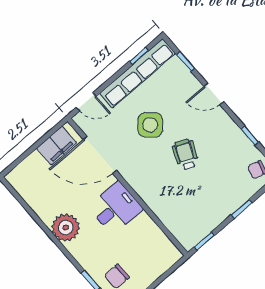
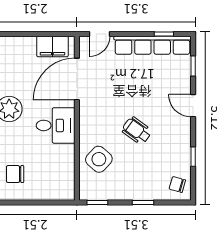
door: (86, 102) -> (99, 34), hinge flipped
side table: (150, 125) -> (99, 159), moved
wheelchair: (186, 154) -> (137, 131), turned -78
door: (100, 155) -> (77, 79), hinge flipped

